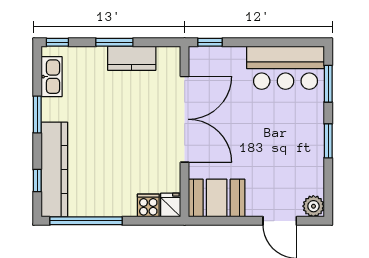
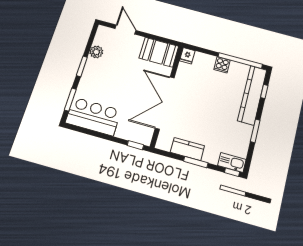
kitchen sink: (52, 77) -> (232, 162), moved, turned 90
cooker: (148, 205) -> (222, 65), moved
plant: (313, 206) -> (96, 52), moved

